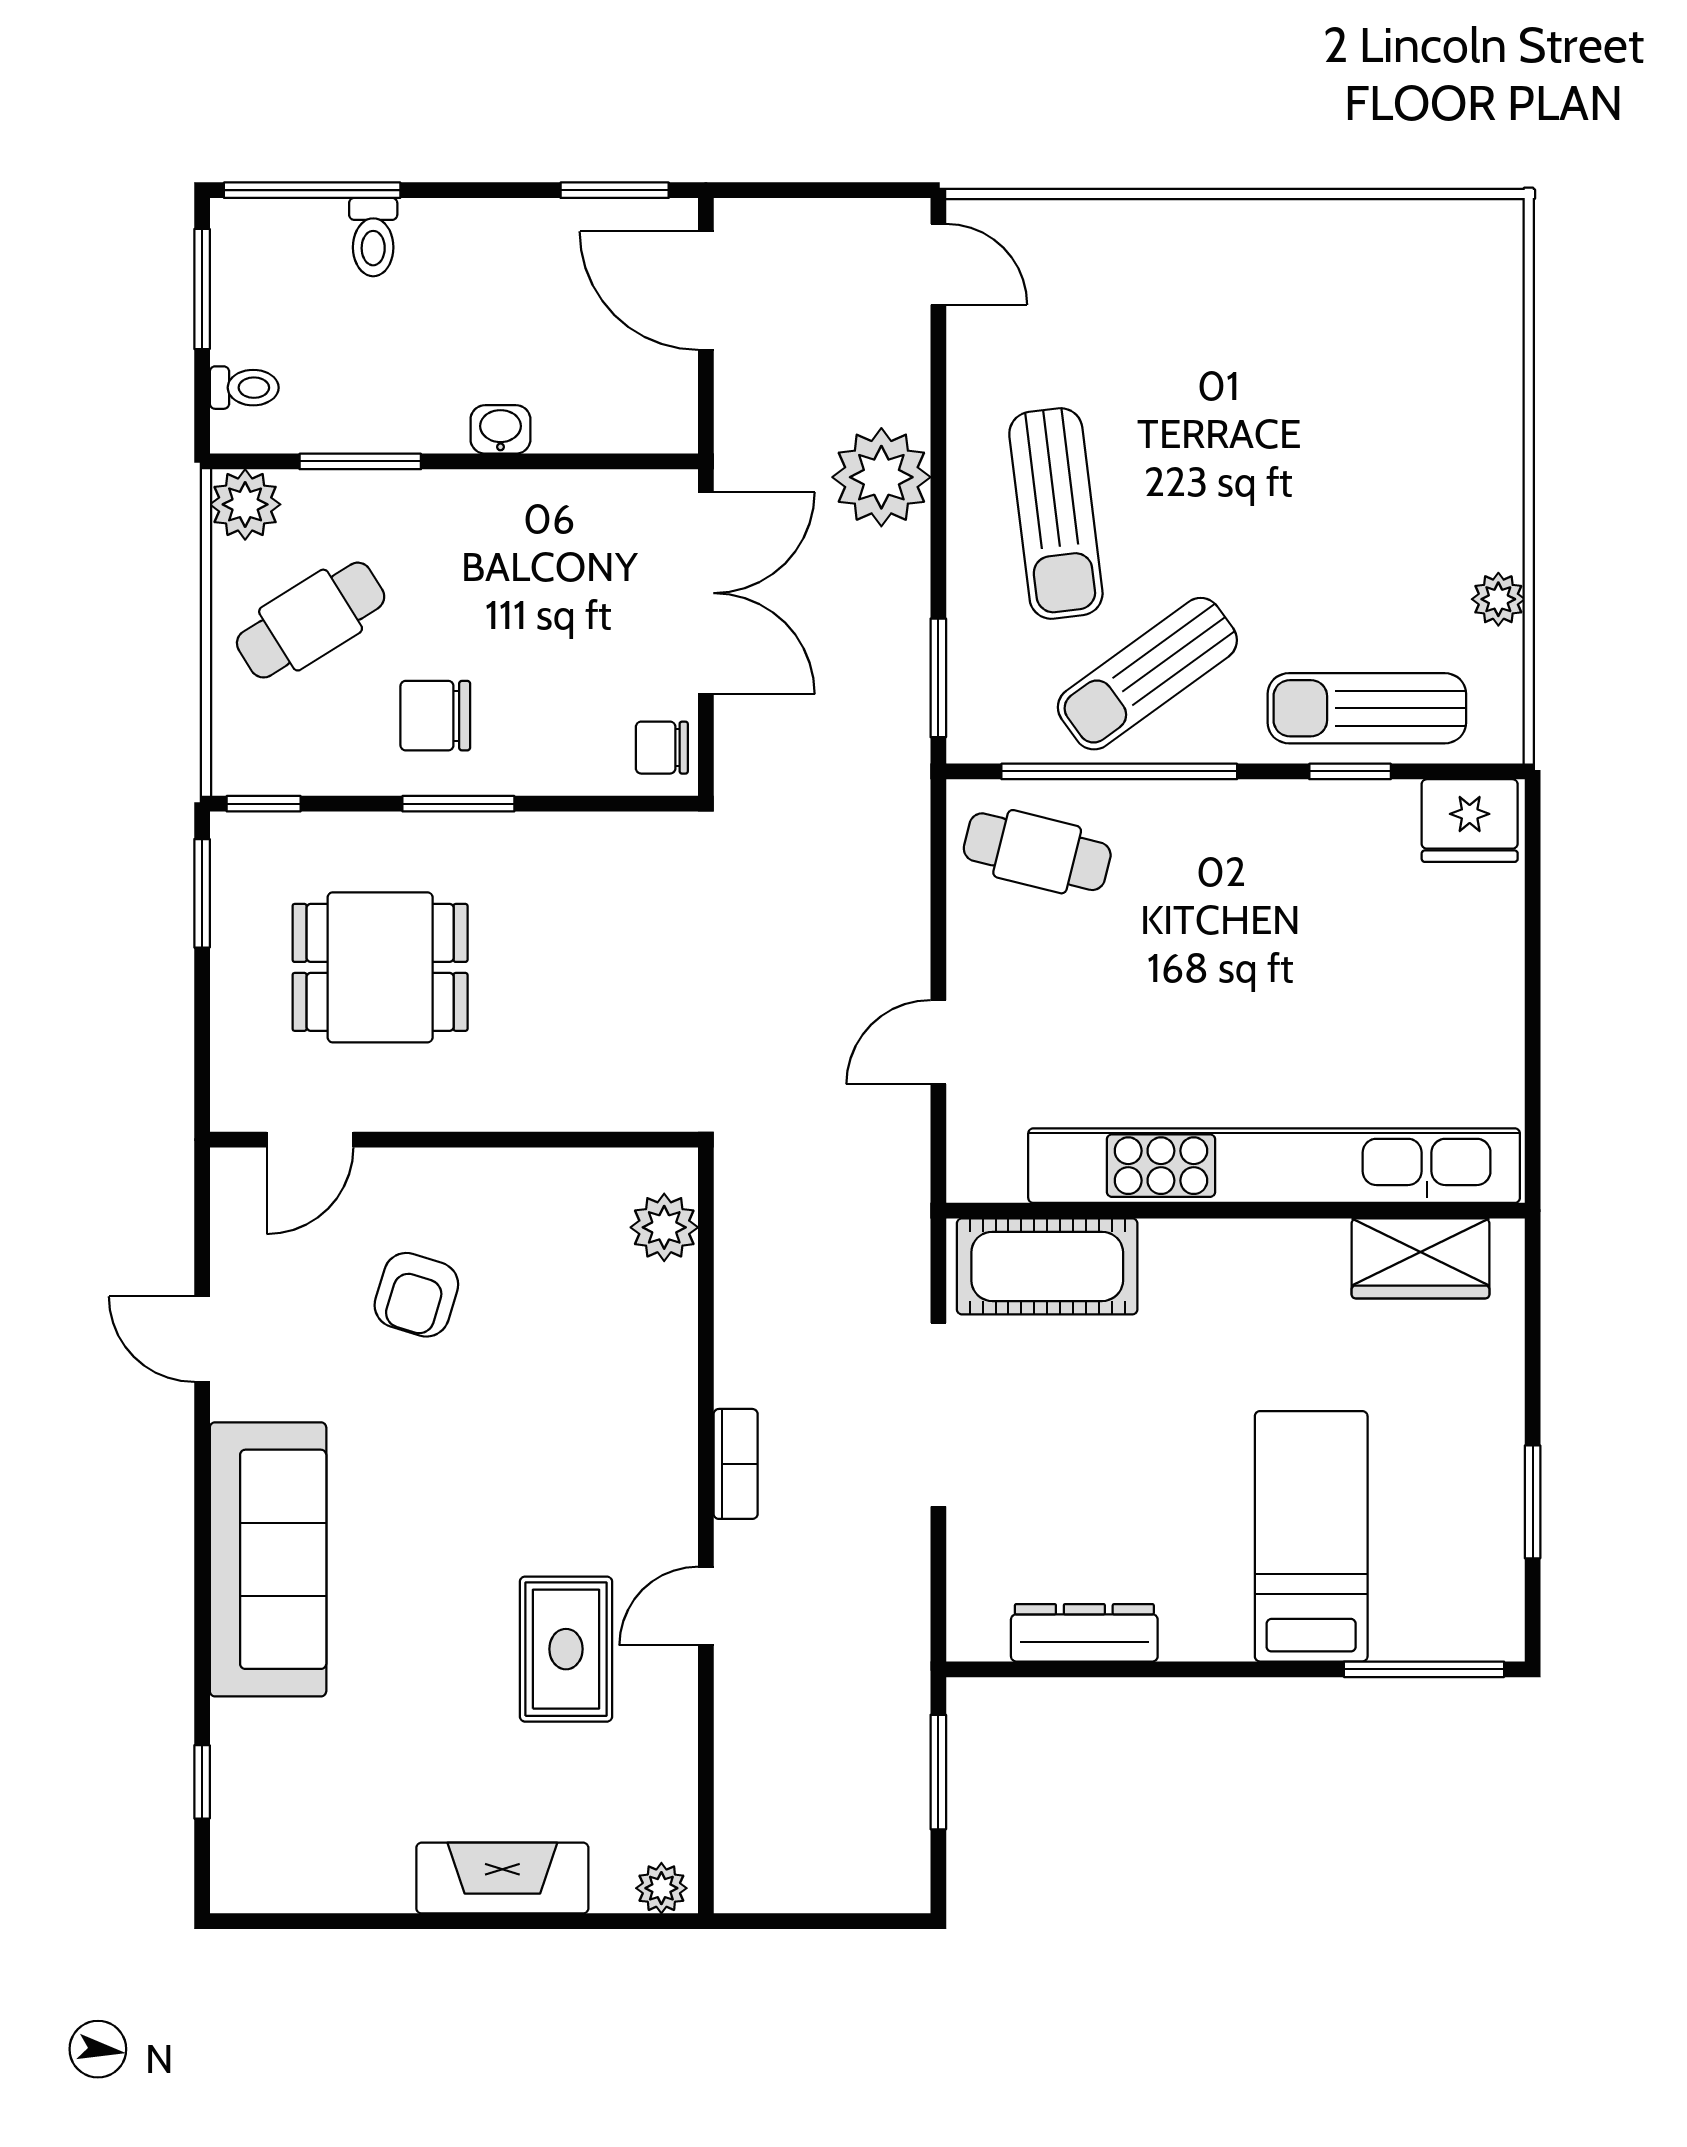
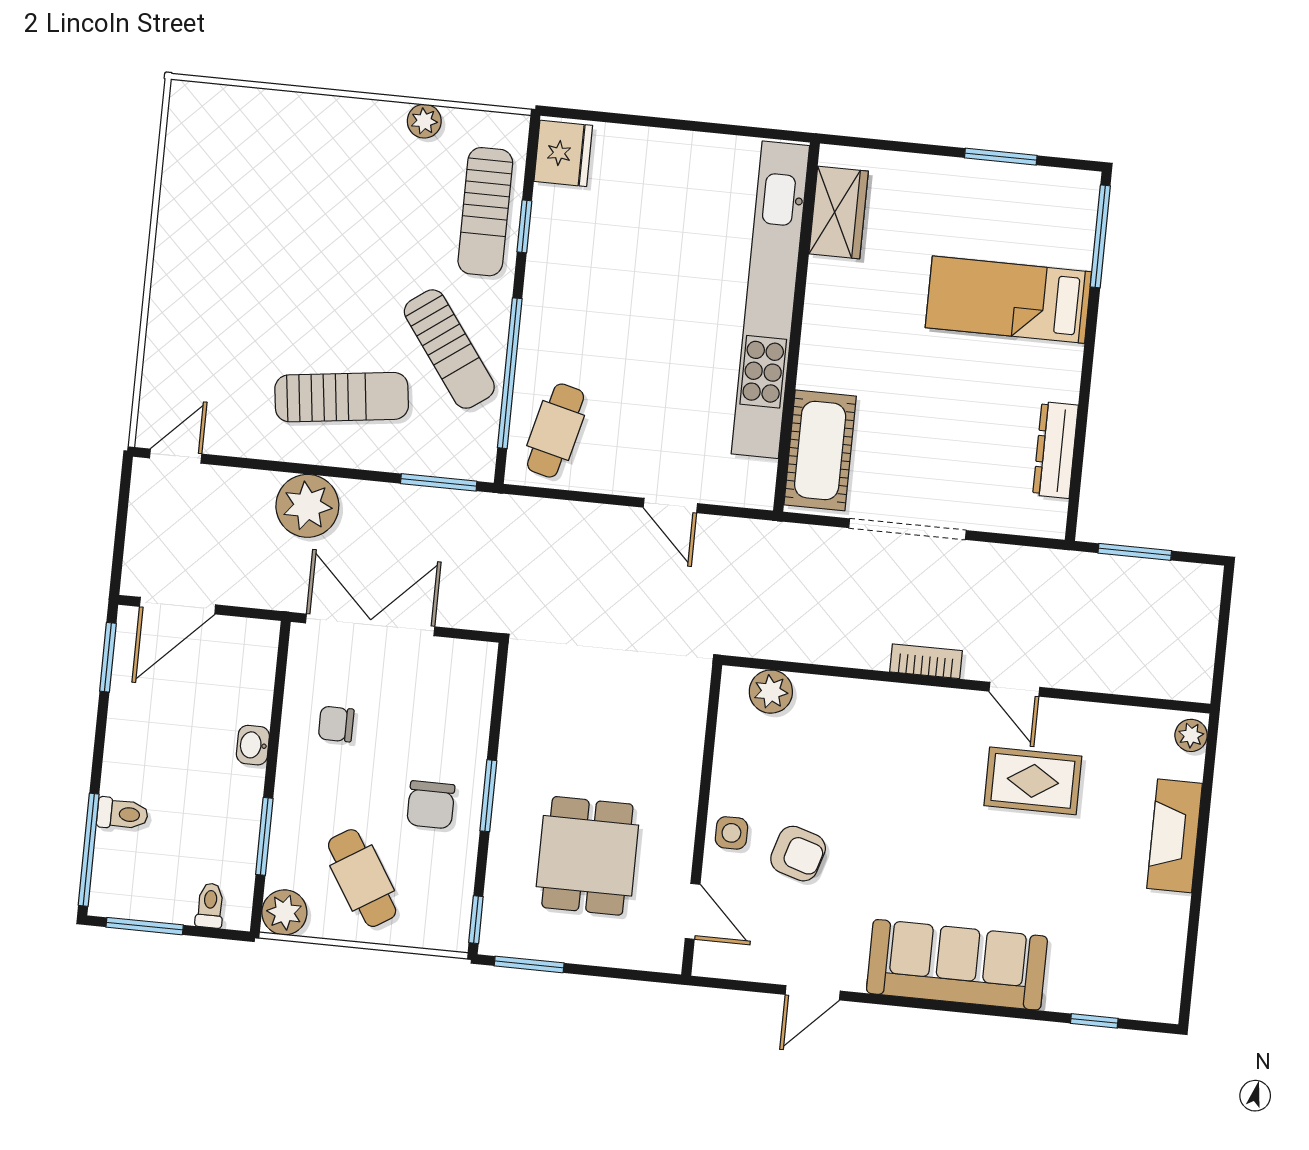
chair: (662, 748) -> (336, 724), moved, turned 90
side table: (438, 1188) -> (731, 833), added

